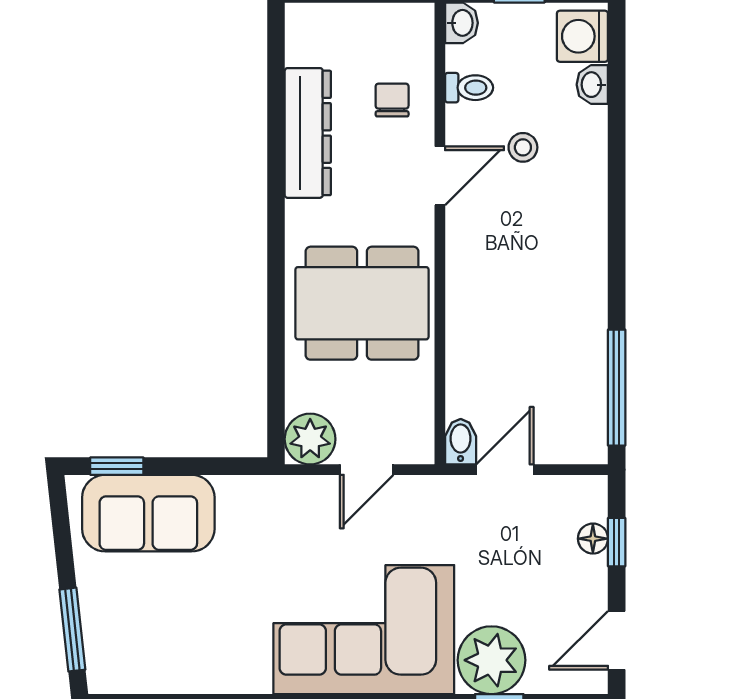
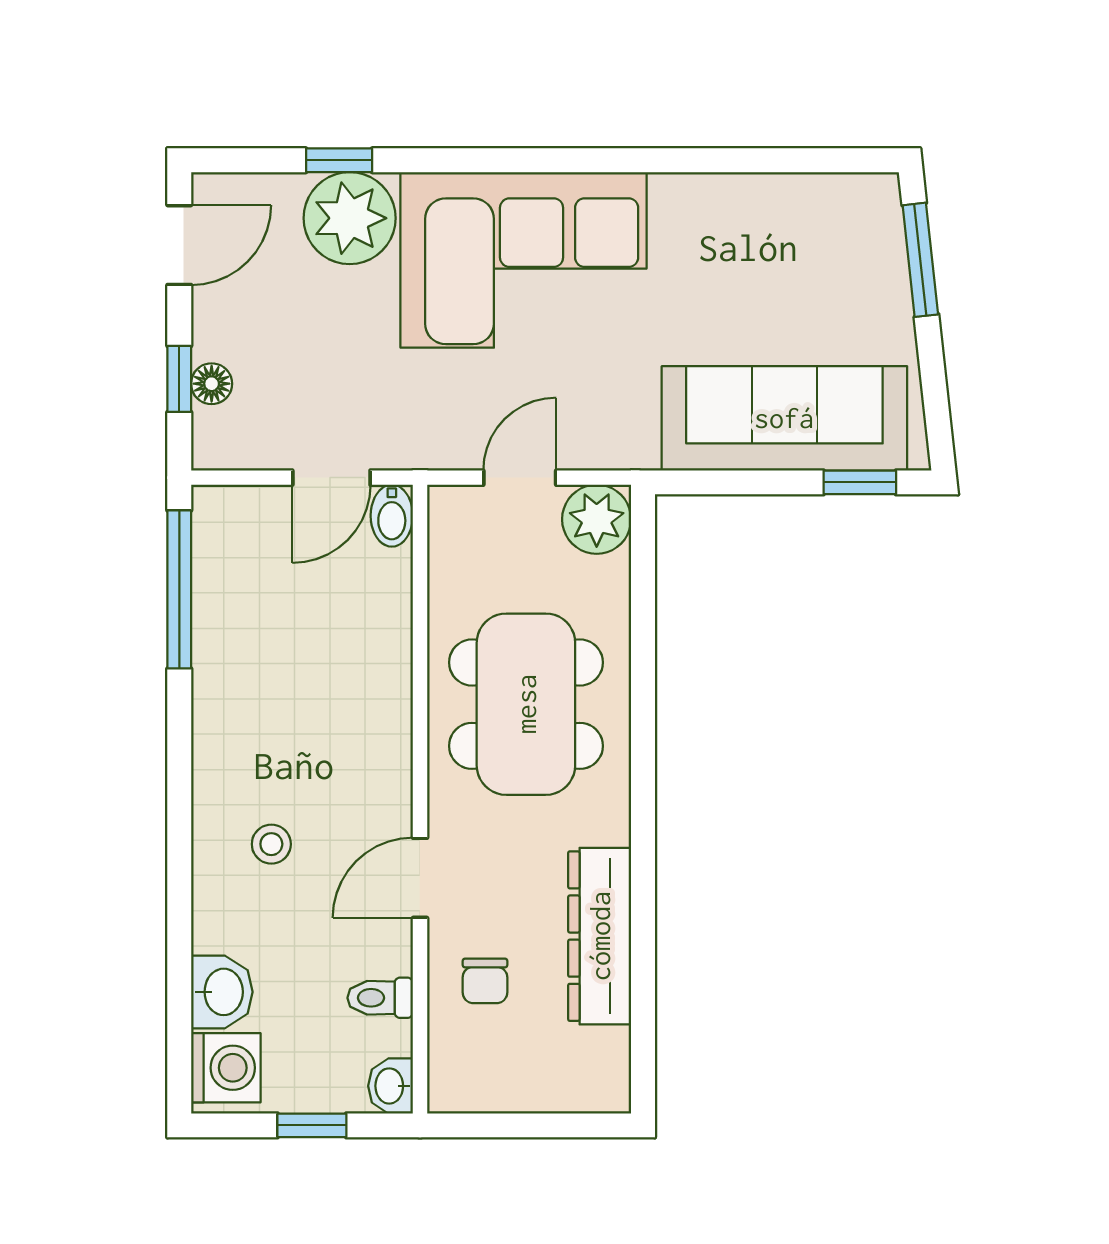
washbasin: (592, 85) -> (222, 992), width x1.38, depth x1.45
stool: (523, 147) -> (271, 844), moved
dining table: (362, 303) -> (526, 704), turned 90
sofa: (148, 513) -> (784, 418), width x1.36

